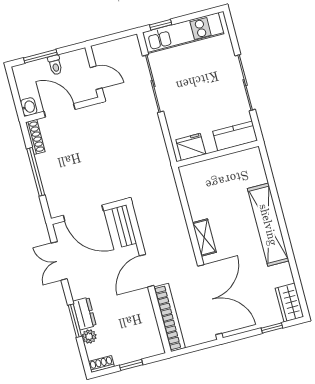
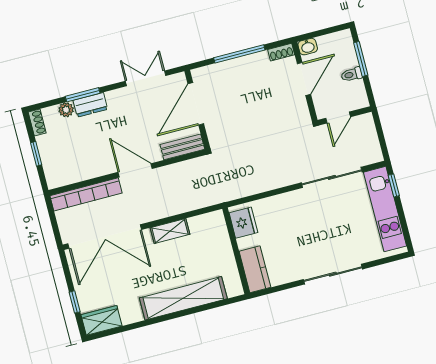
kitchen counter: (235, 136) -> (255, 269), moved
shoe rack: (35, 137) -> (281, 52), width x0.70
fridge: (191, 147) -> (243, 223), moved
wall: (218, 154) -> (236, 251), moved

